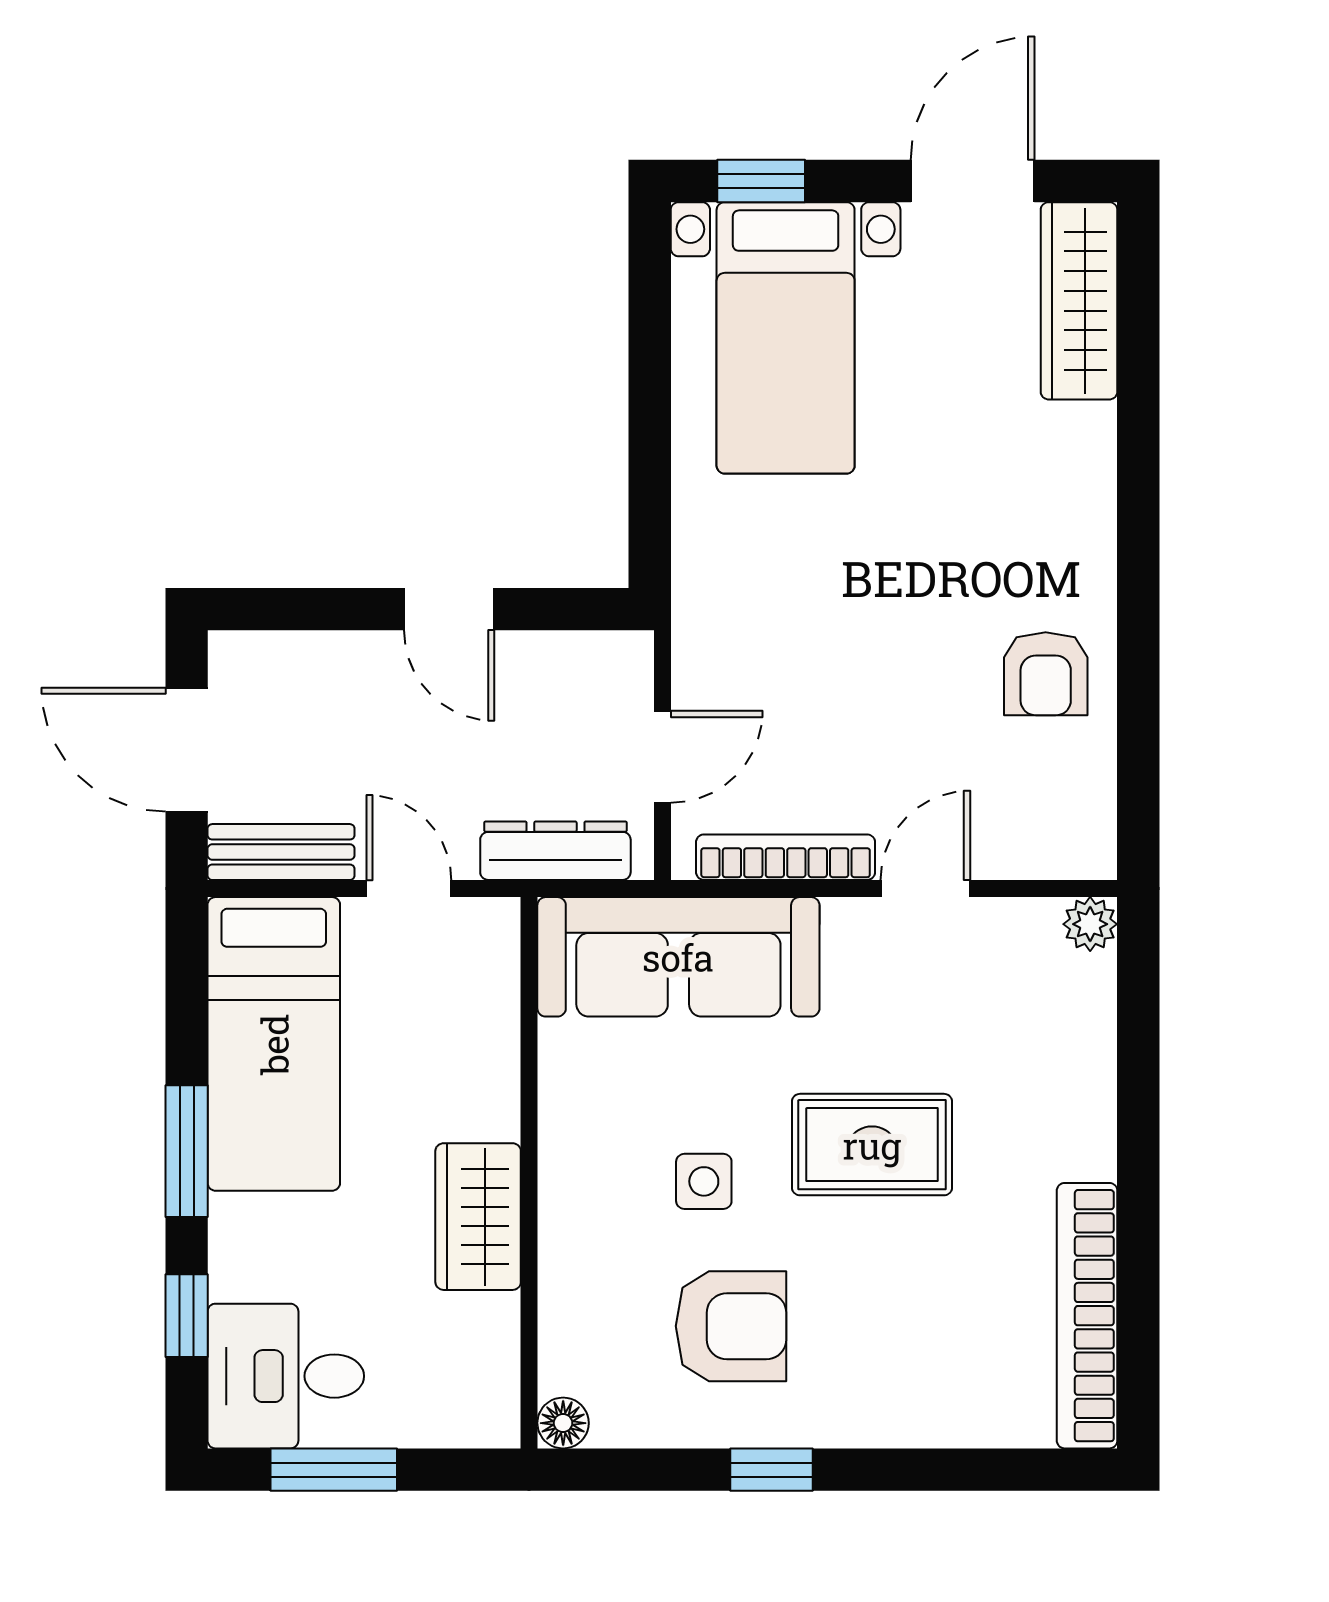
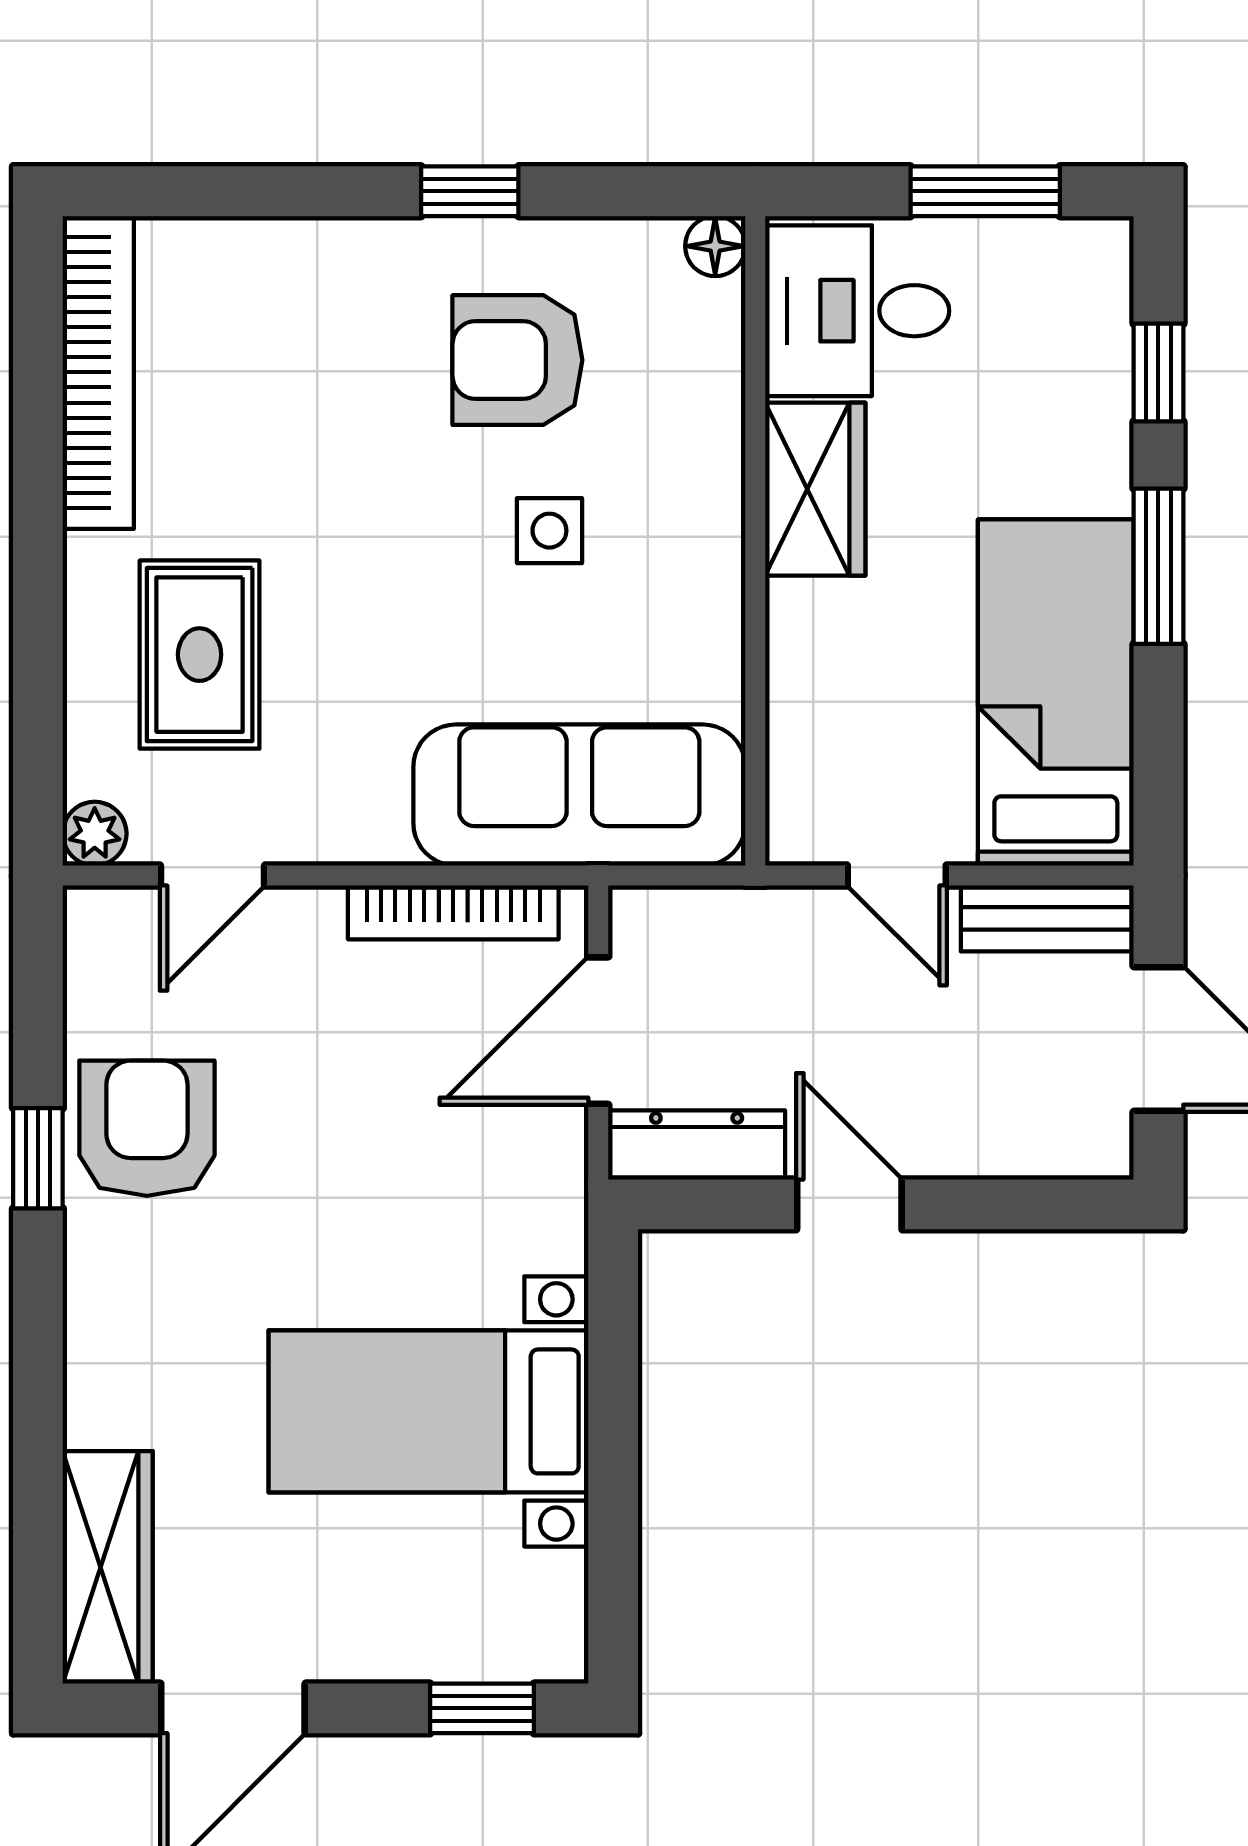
bed with nightstands: (786, 338) -> (428, 1411), moved, turned -90
window: (1138, 648) -> (38, 1158), added
armchair: (1046, 674) -> (147, 1128), width x1.38, depth x1.38
door: (662, 757) -> (598, 1031), width x1.38
dresser: (555, 851) -> (697, 1145), moved, turned 180
door: (925, 888) -> (212, 875), moved
rug: (872, 1145) -> (200, 655), moved, turned 90
desk: (286, 1376) -> (857, 311), moved, turned 180

